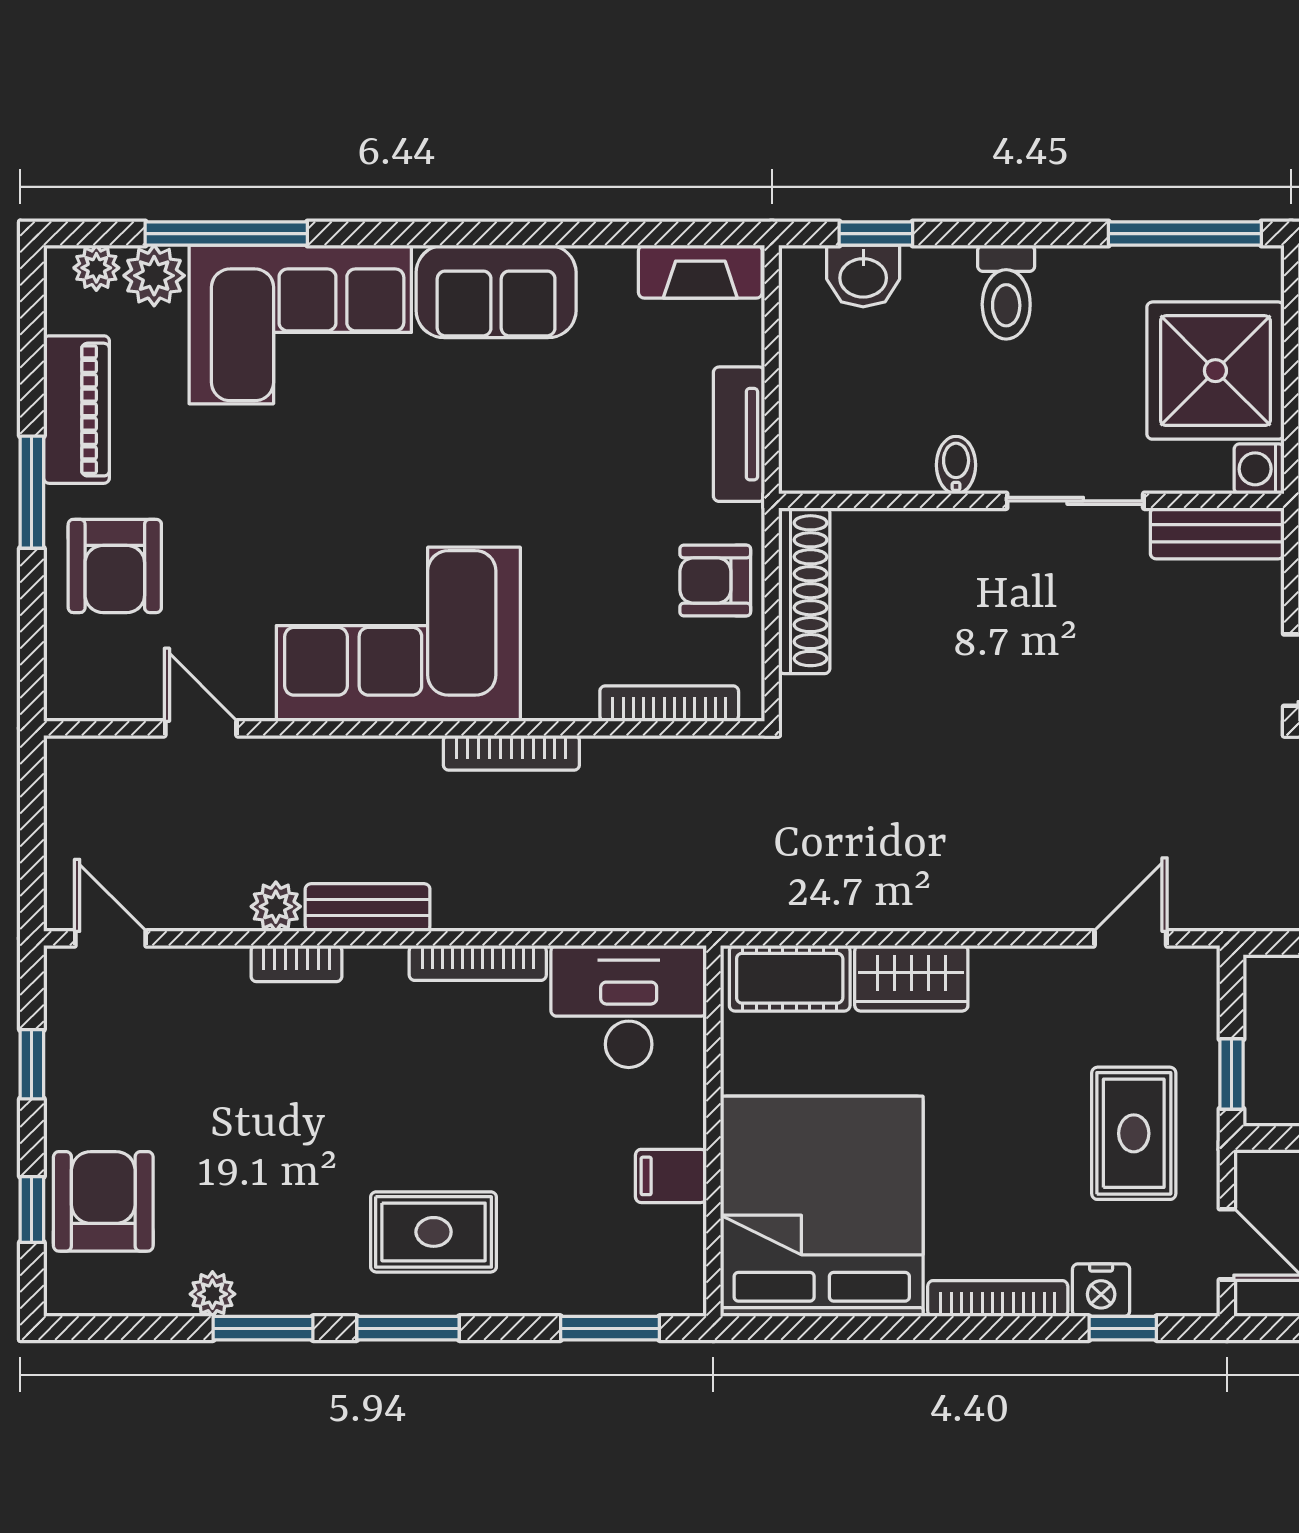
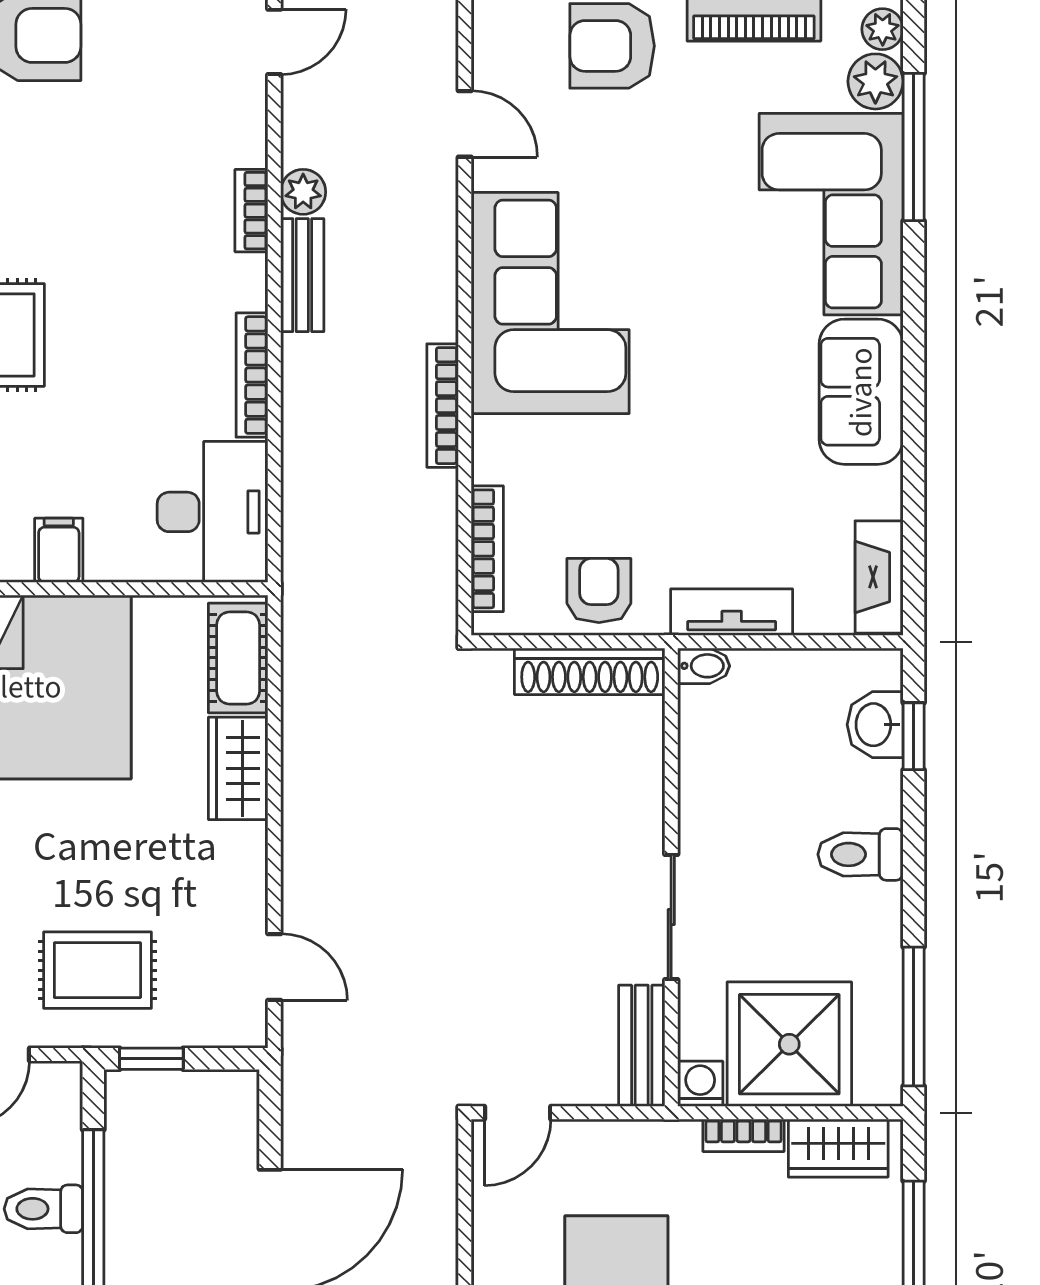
bidet: (956, 465) -> (704, 666), moved
door: (201, 728) -> (465, 124), hinge flipped

